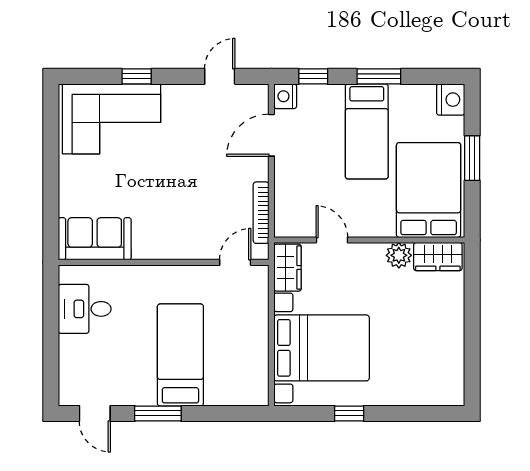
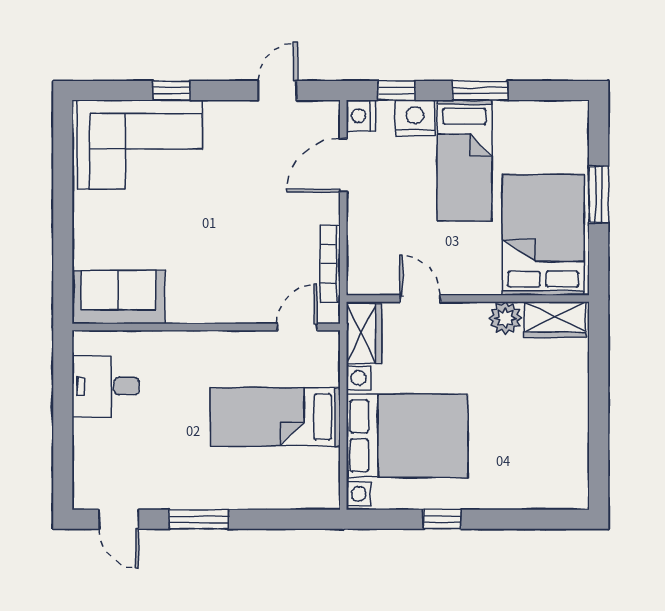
nightstand: (451, 100) -> (415, 118), moved, turned -90
bed: (180, 355) -> (275, 417), moved, turned -90

